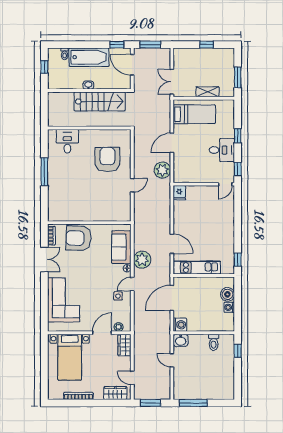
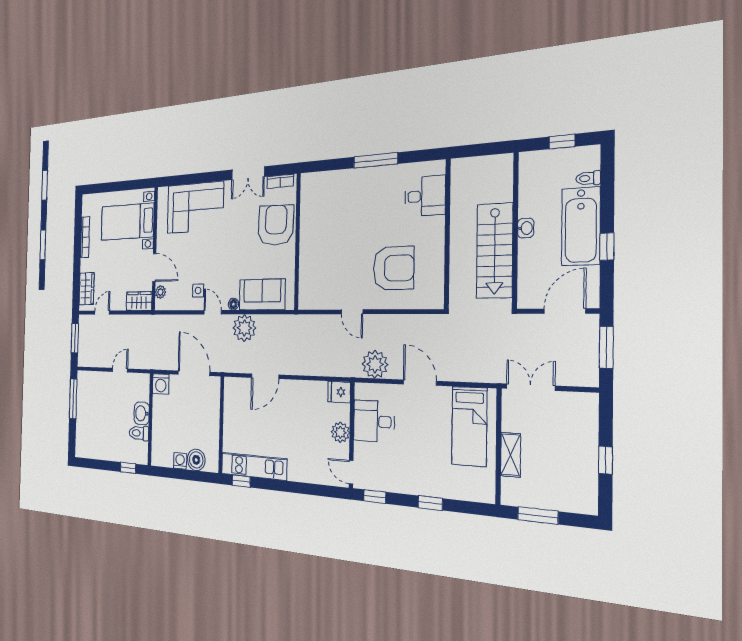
window: (117, 45) -> (607, 247), moved
desk: (222, 150) -> (374, 421), moved, turned 90
plant: (203, 191) -> (340, 432), added
kitchen unit: (197, 268) -> (254, 466), moved, turned -90
washbasin: (181, 340) -> (142, 413), moved

